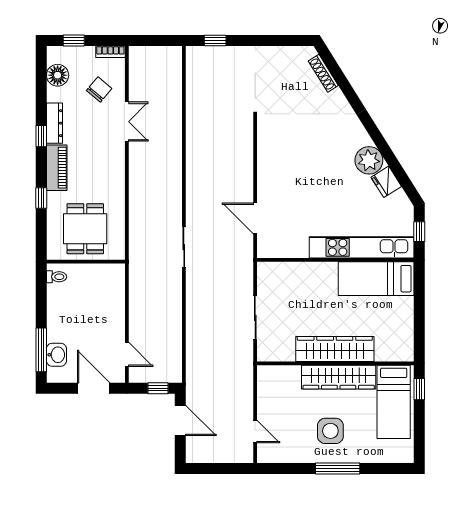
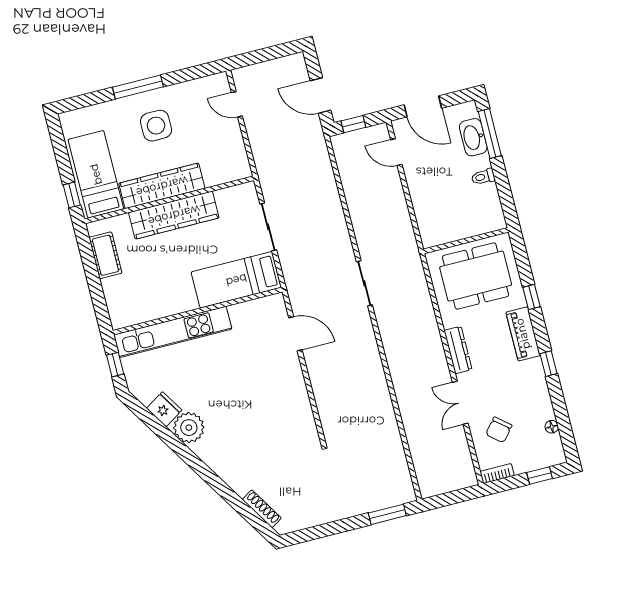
window: (215, 41) -> (387, 514), width x1.50
floor lamp: (58, 75) -> (552, 427), width x0.53, depth x0.53
dresser: (55, 123) -> (458, 350), moved, turned 180
dining table: (85, 229) -> (476, 276), width x1.38
toilet: (57, 277) -> (483, 177), moved
bed: (376, 279) -> (236, 280), moved, turned 180
cot: (403, 329) -> (105, 255), added
washbasin: (56, 355) -> (473, 137), width x1.38

